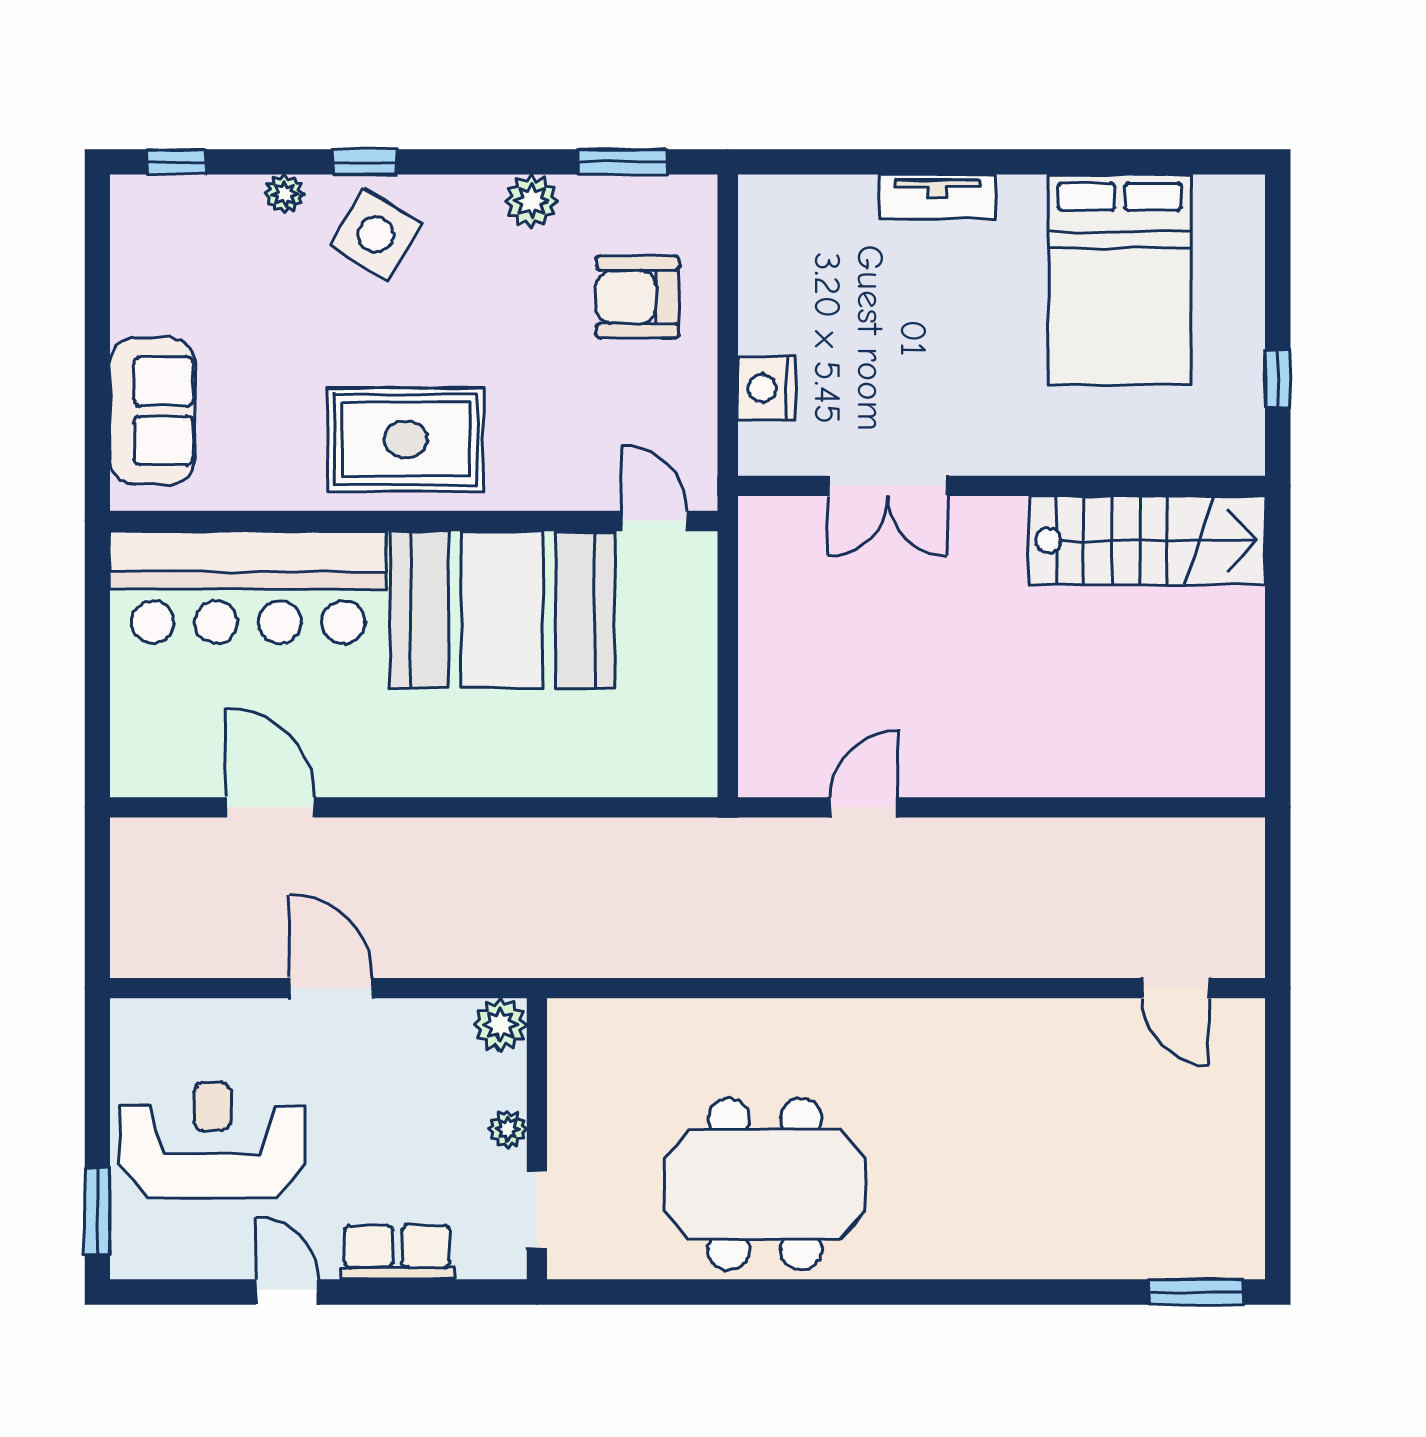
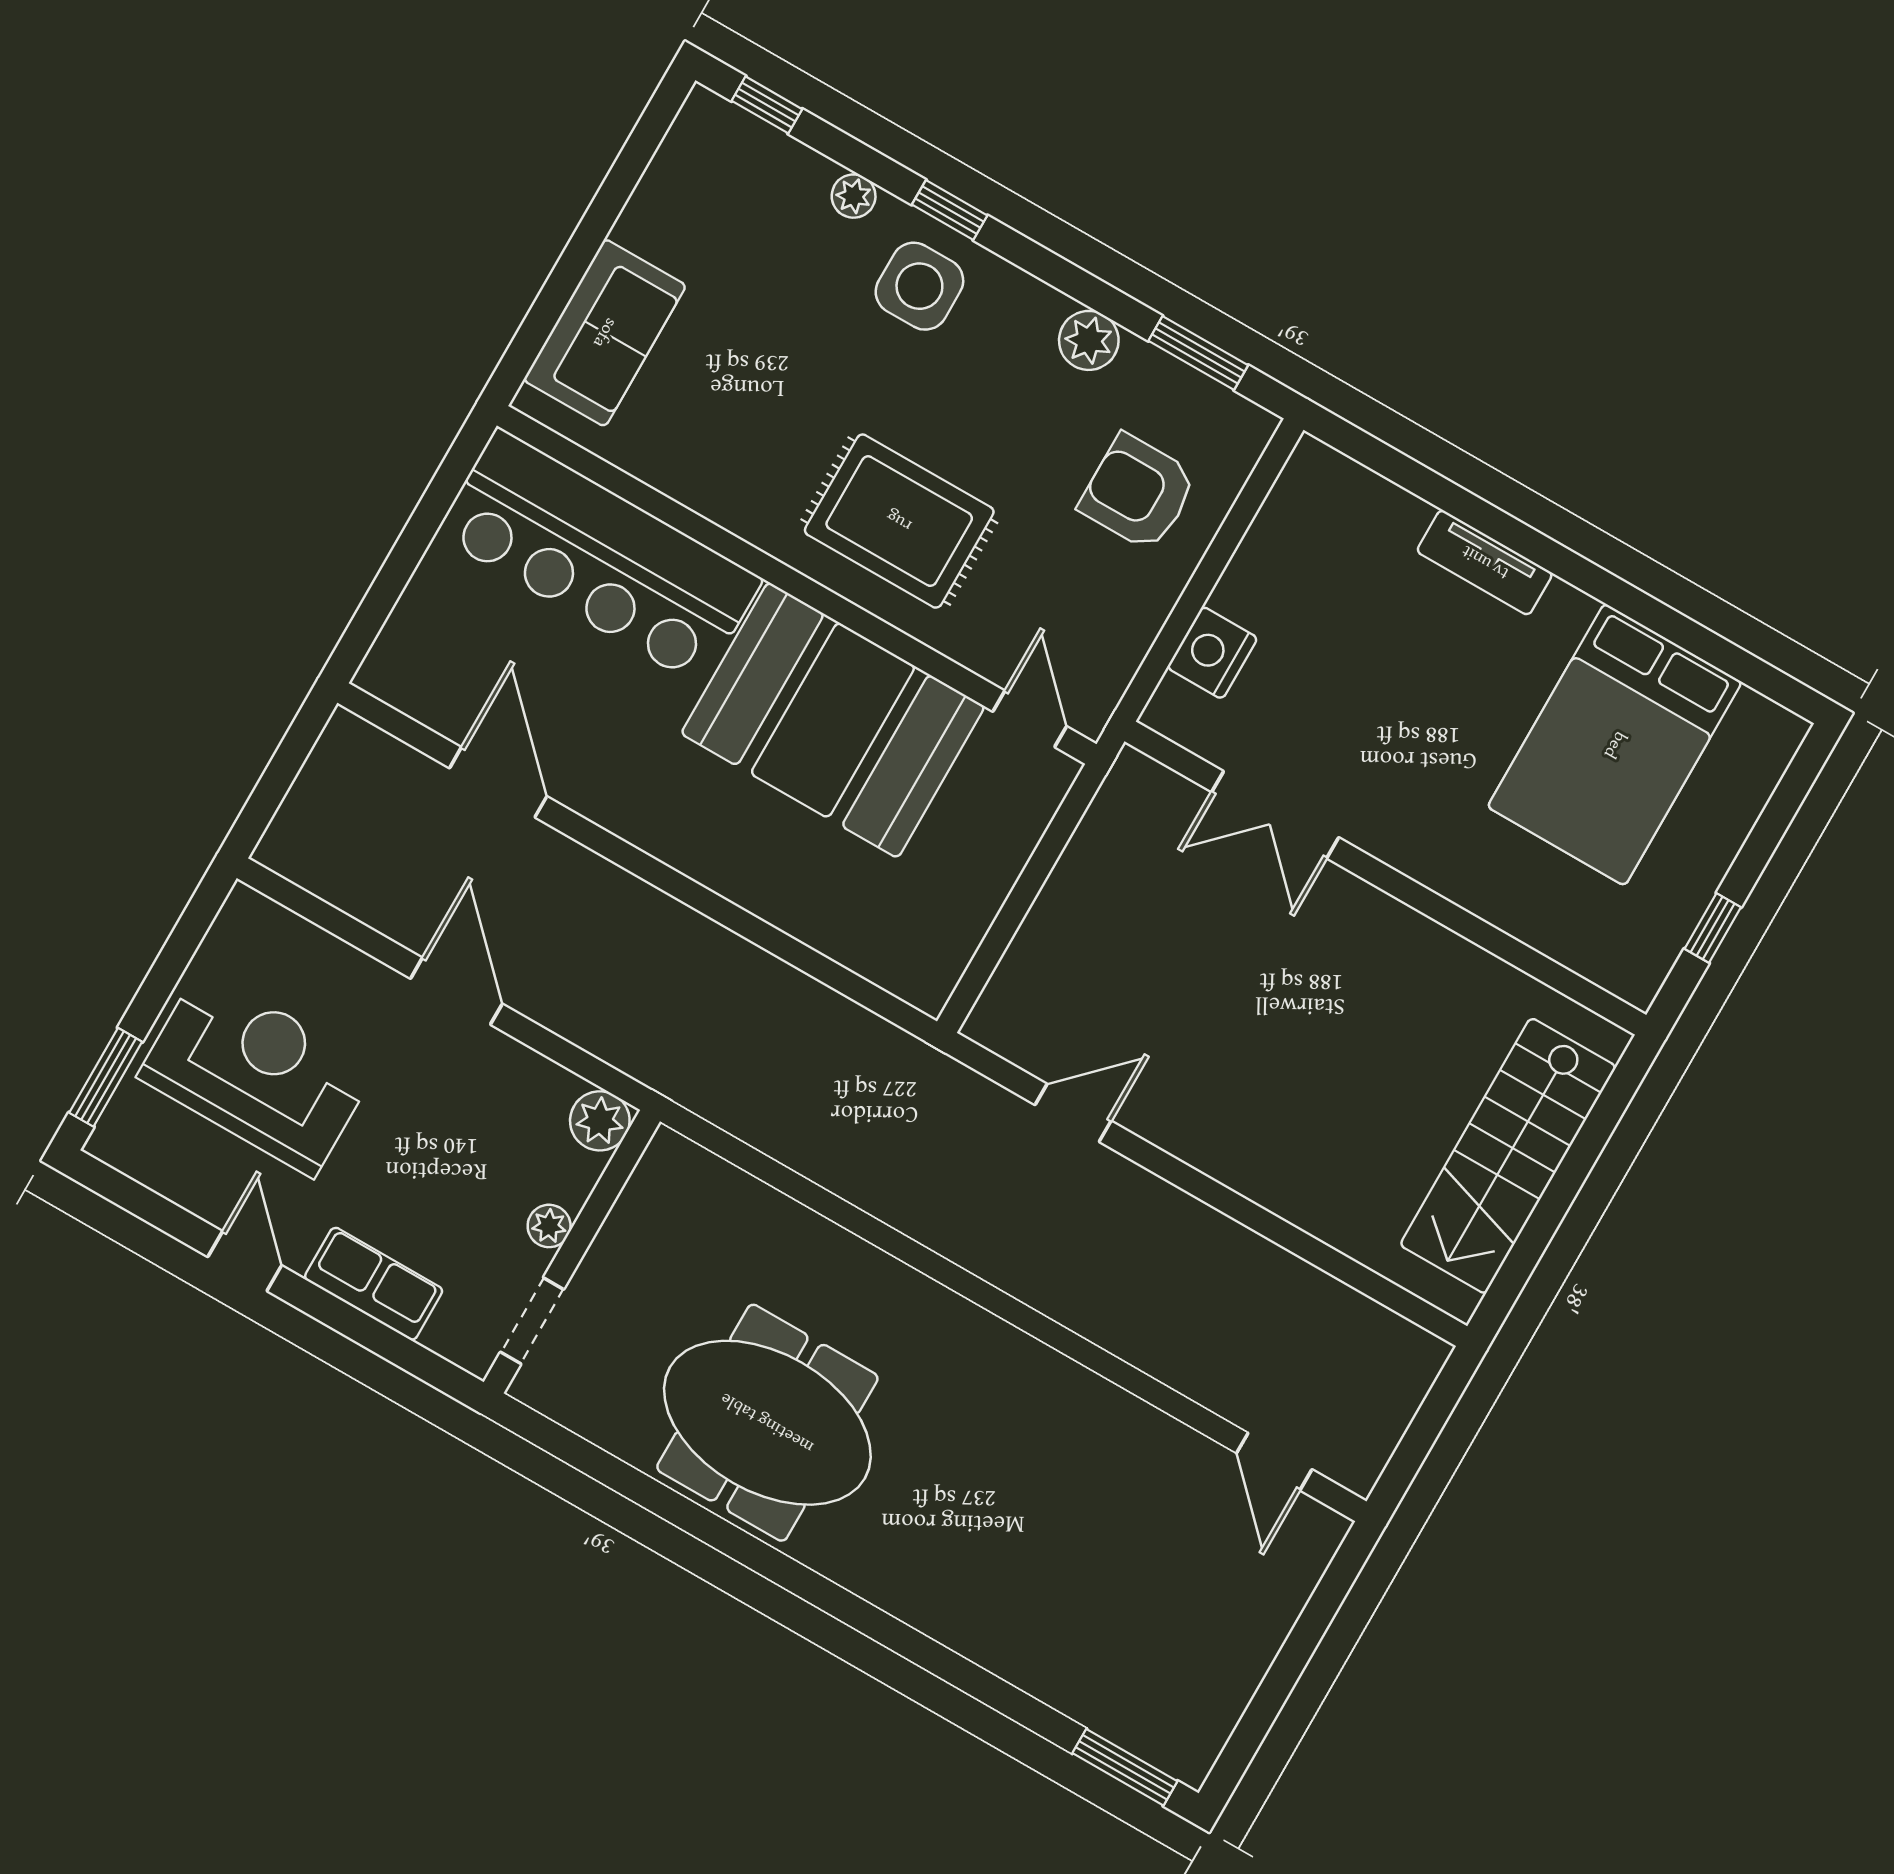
side table: (376, 234) -> (919, 286), turned -31
rug: (406, 439) -> (899, 521), moved
stairs: (1147, 540) -> (1508, 1156), moved, turned 90

